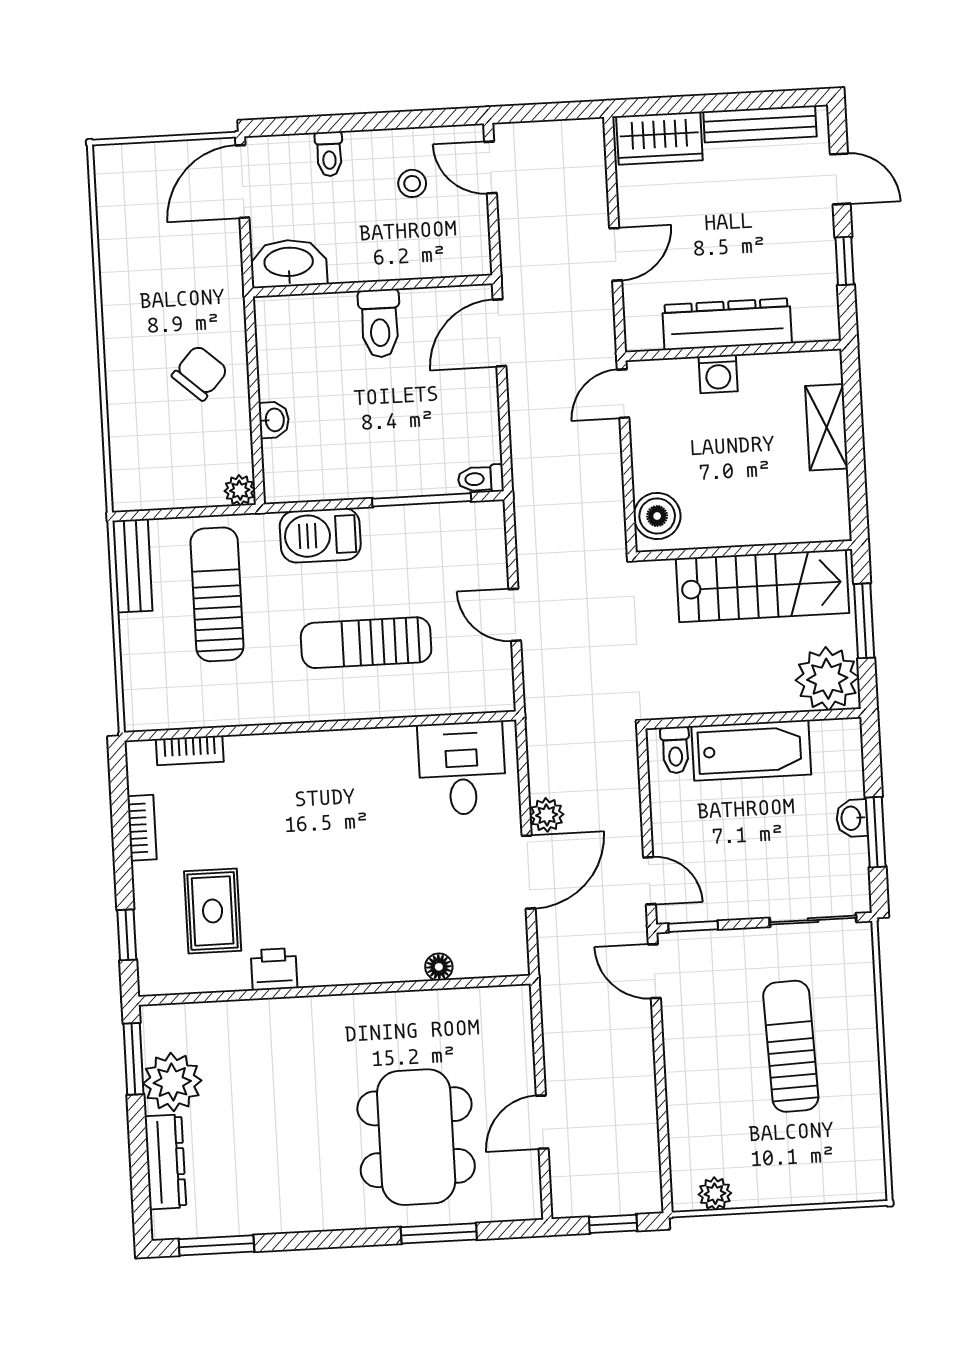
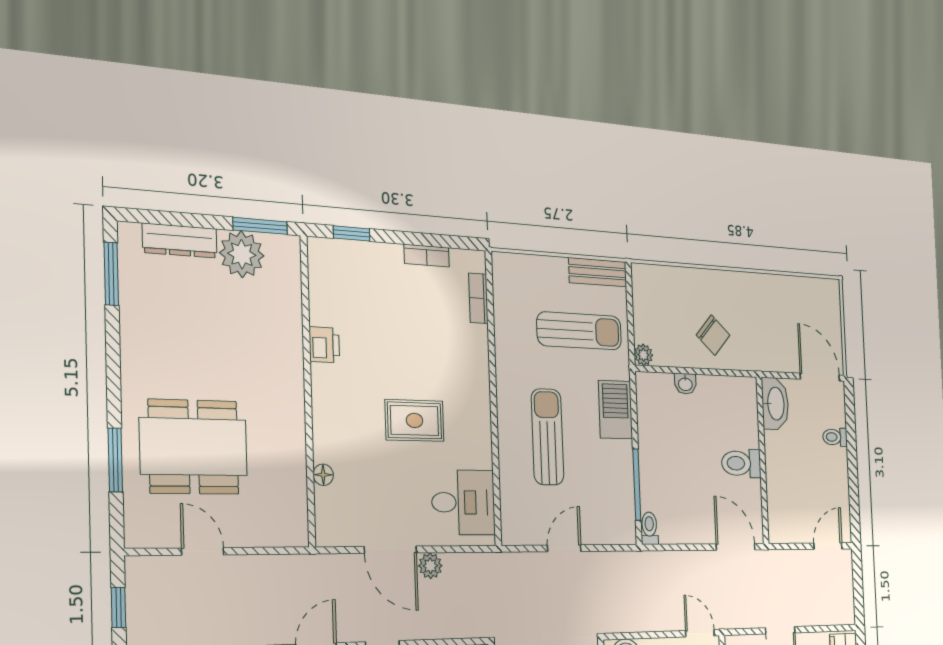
stool: (412, 183) -> (819, 492), removed
rug: (213, 911) -> (414, 420), moved

